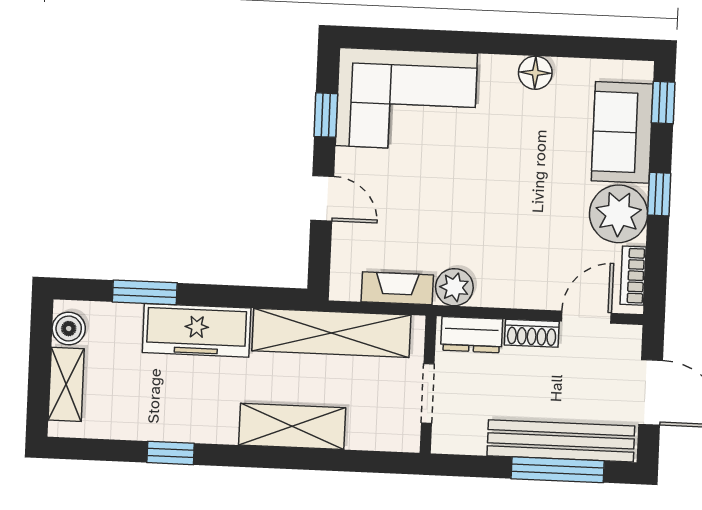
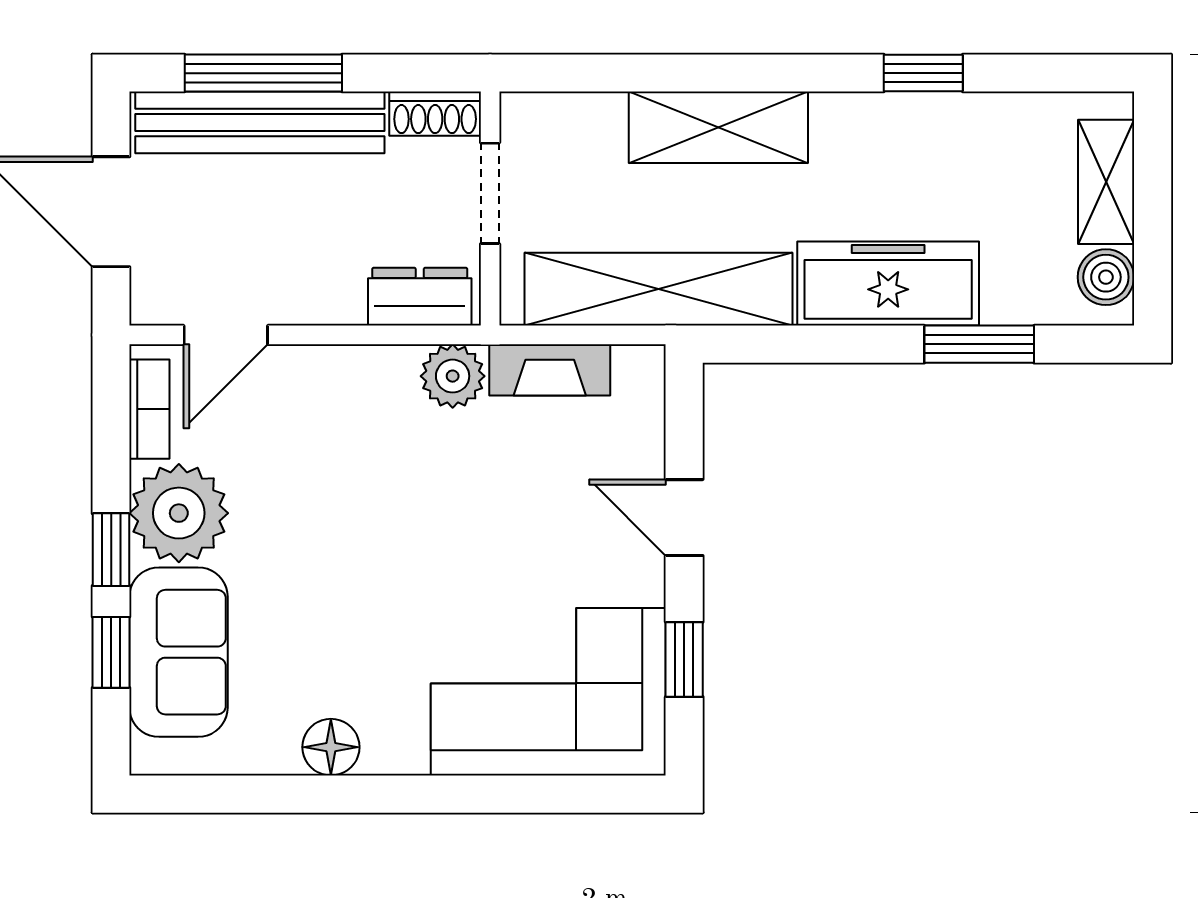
window: (663, 103) -> (111, 652), moved
shoe rack: (532, 333) -> (435, 114), moved, turned 180

